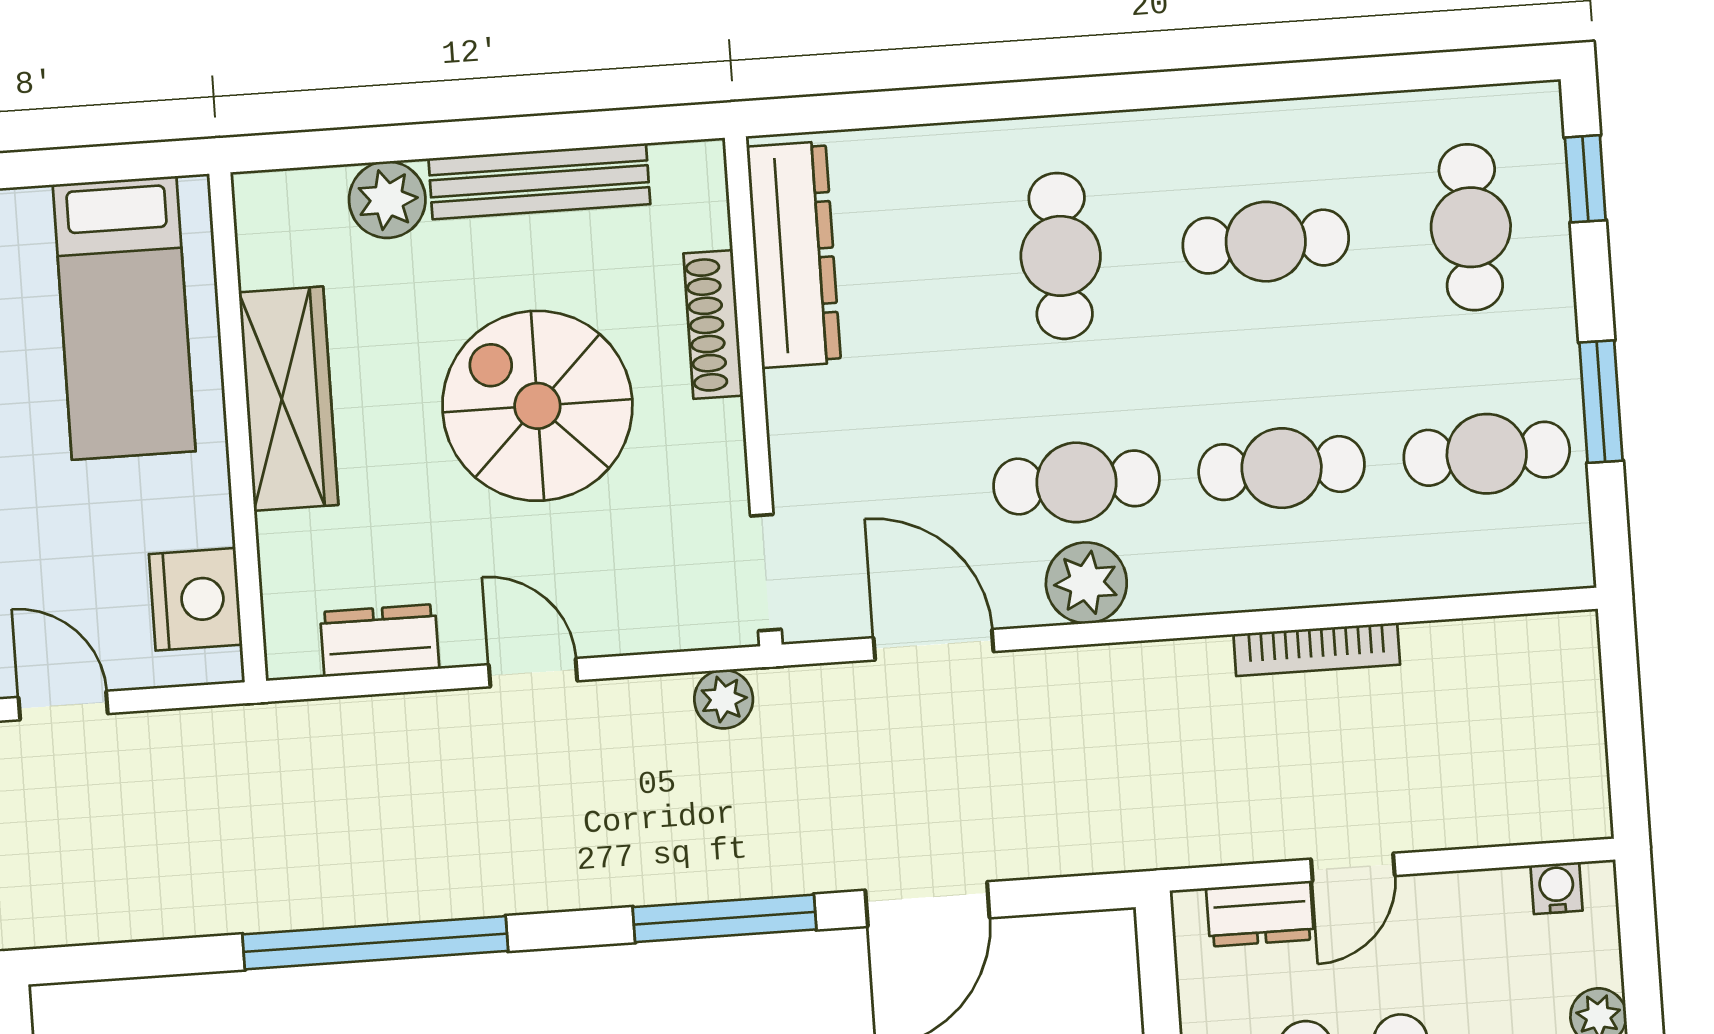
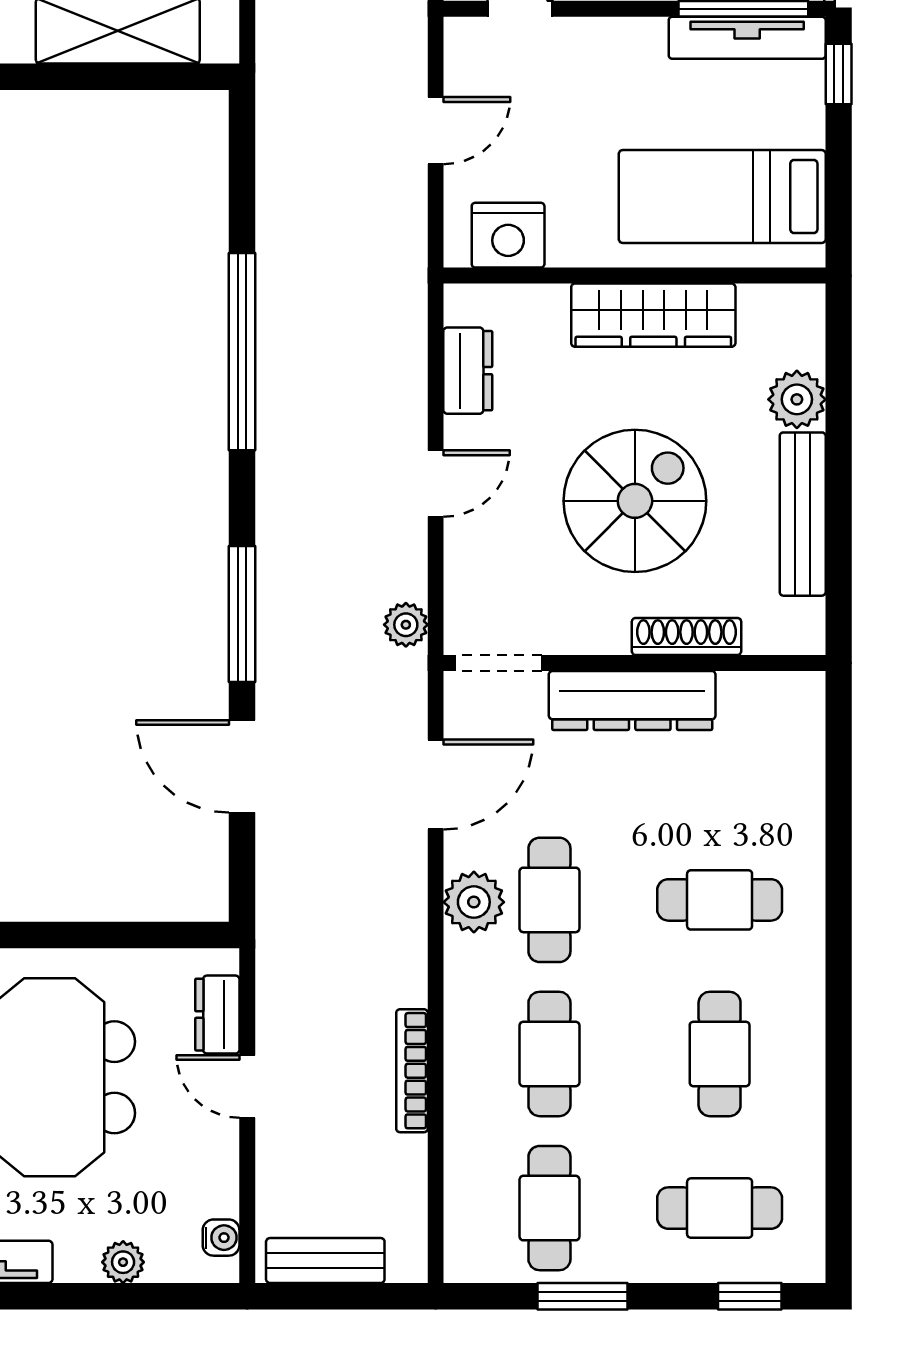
dresser: (794, 255) -> (632, 700), moved
bench: (1577, 747) -> (325, 1261), added

